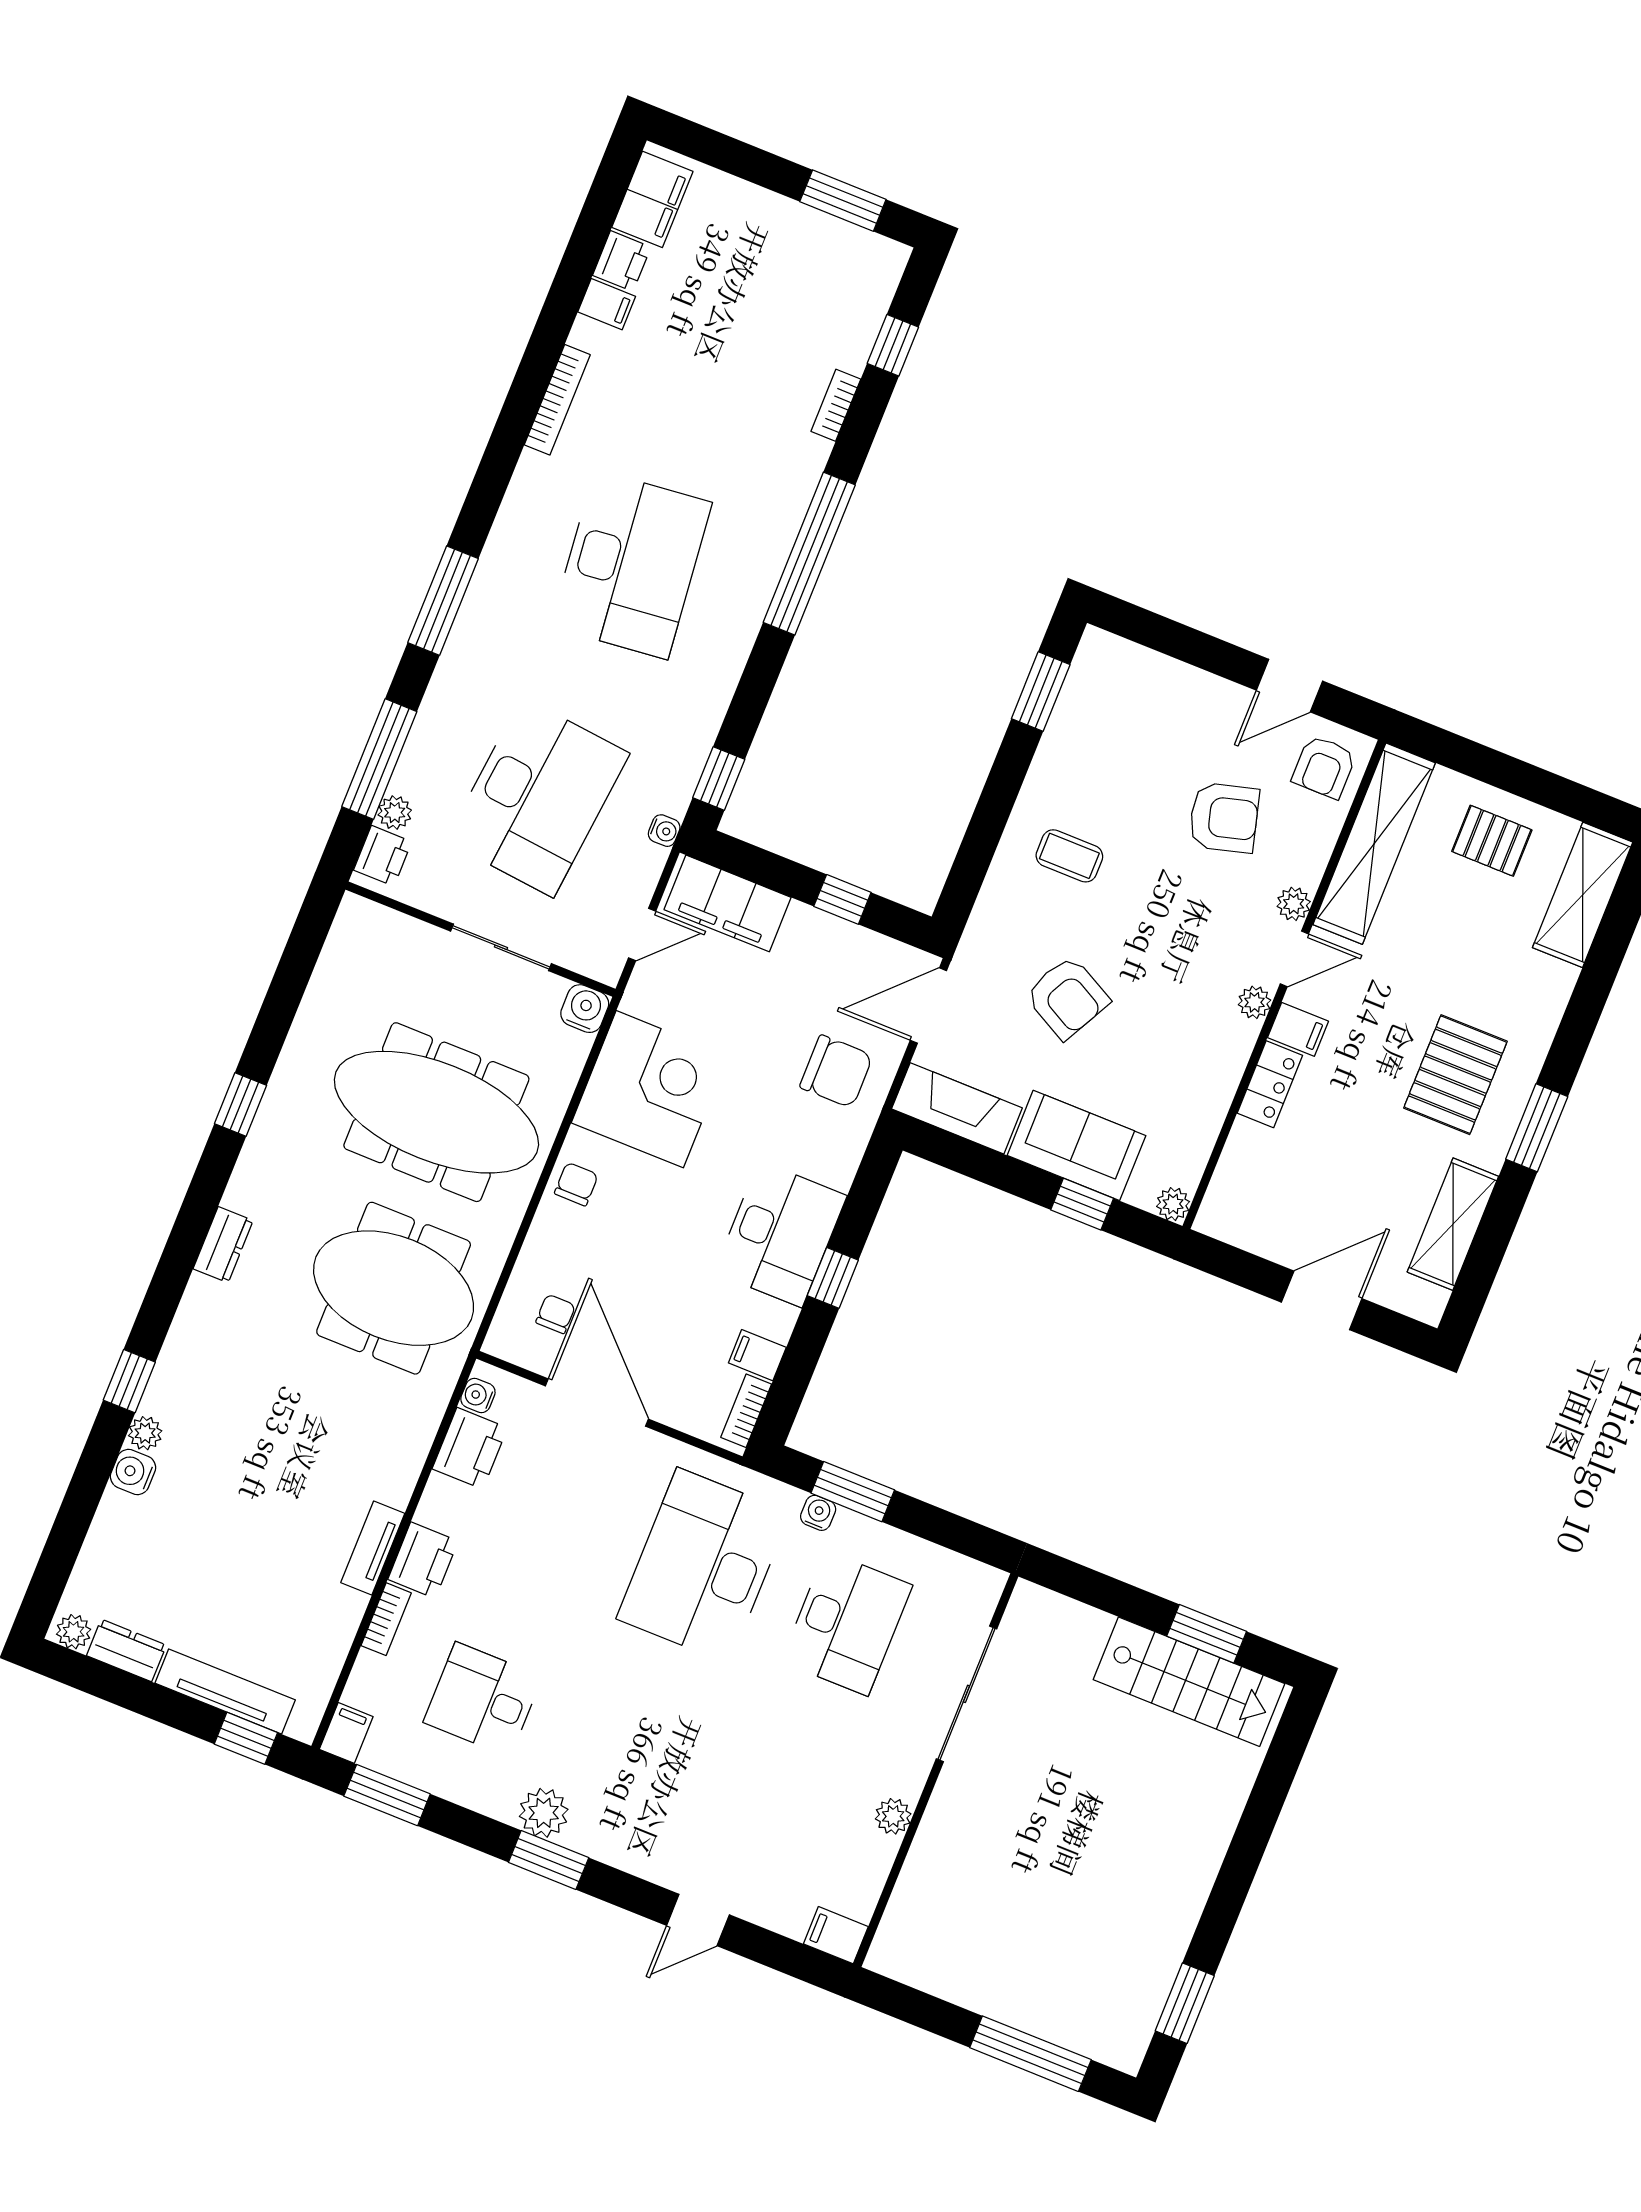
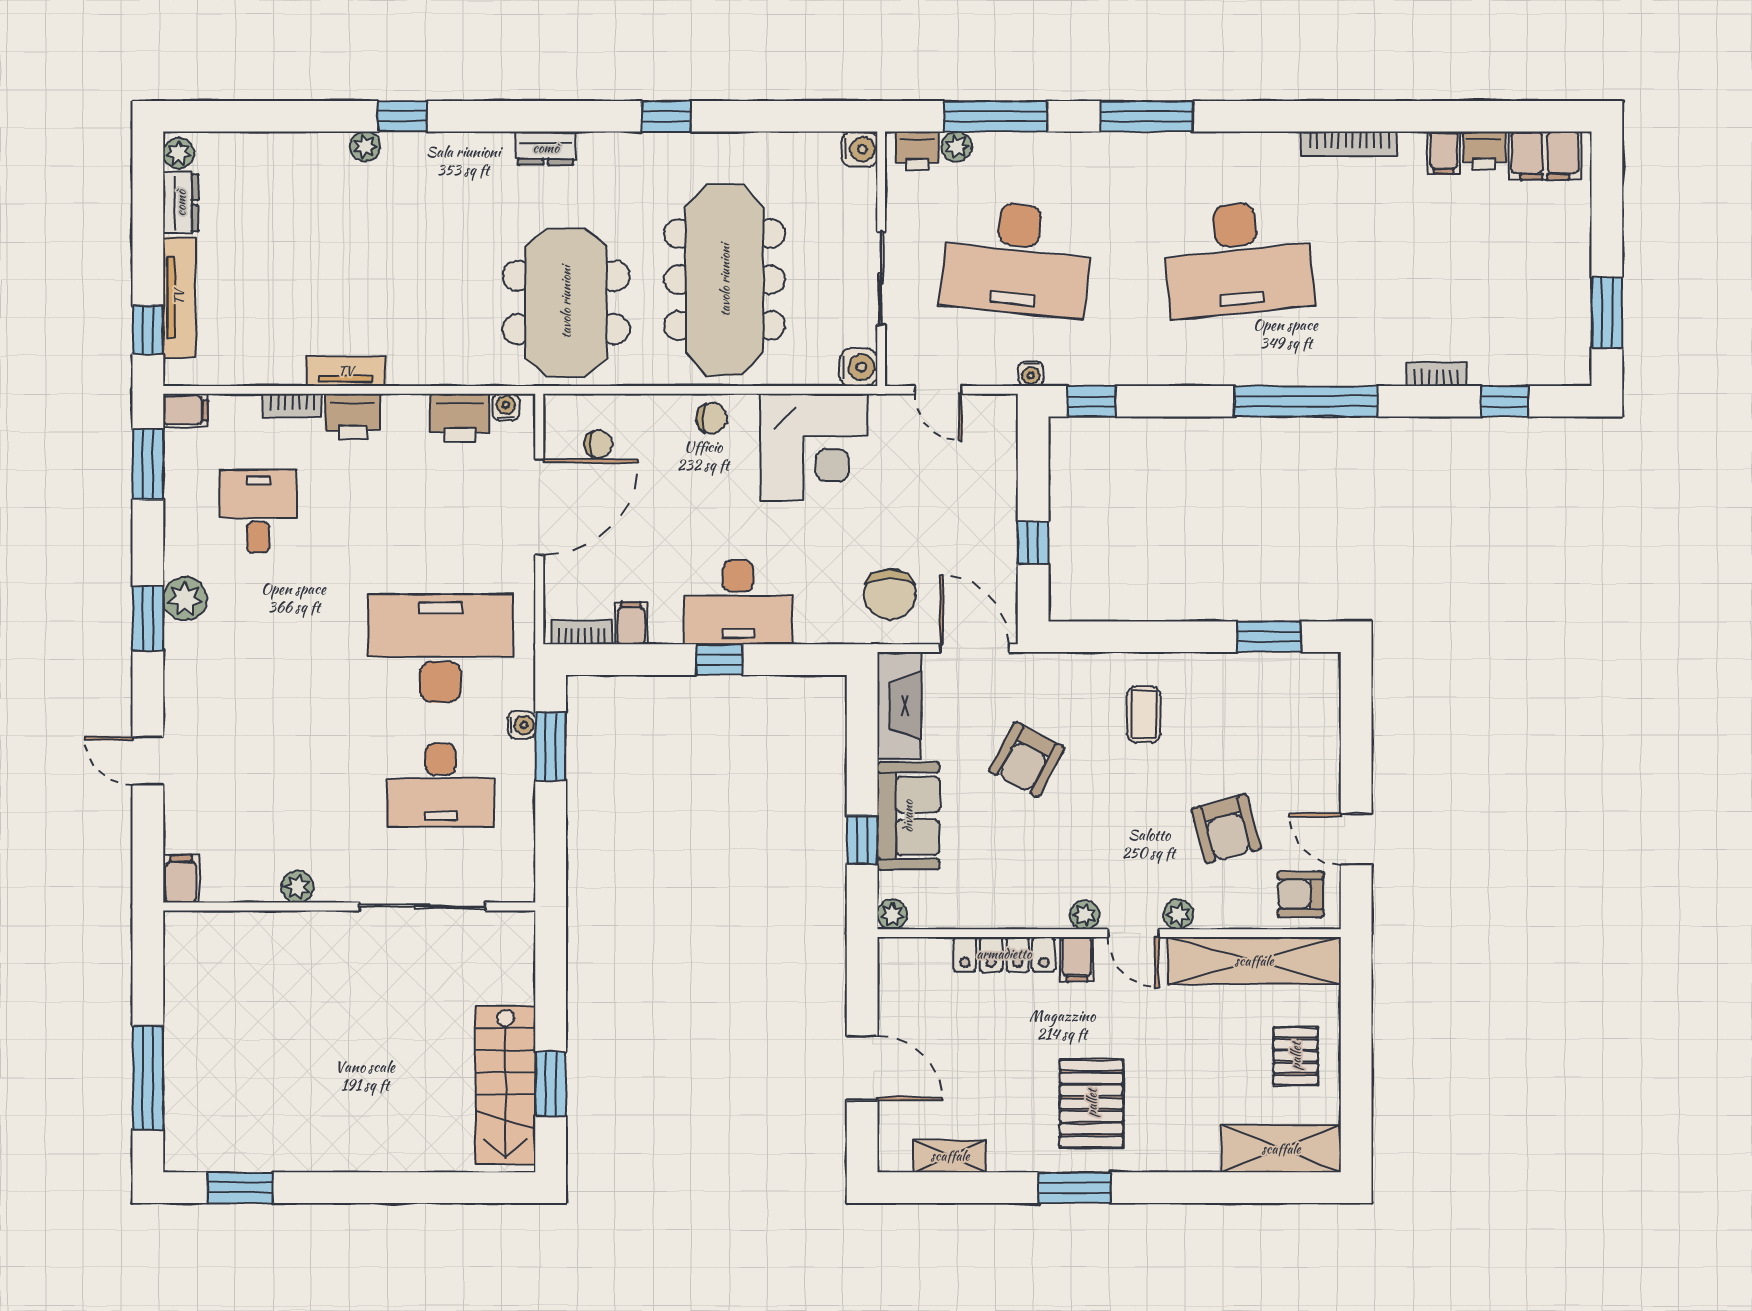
filing cabinet: (728, 903) -> (992, 450), removed
pallet: (1455, 1075) -> (1092, 1103), turned 90
locker: (1270, 1084) -> (1004, 954), width x1.53
shelving: (1453, 1224) -> (950, 1156), width x0.67, depth x0.75
water cooler: (133, 1472) -> (860, 149), moved, turned 90

